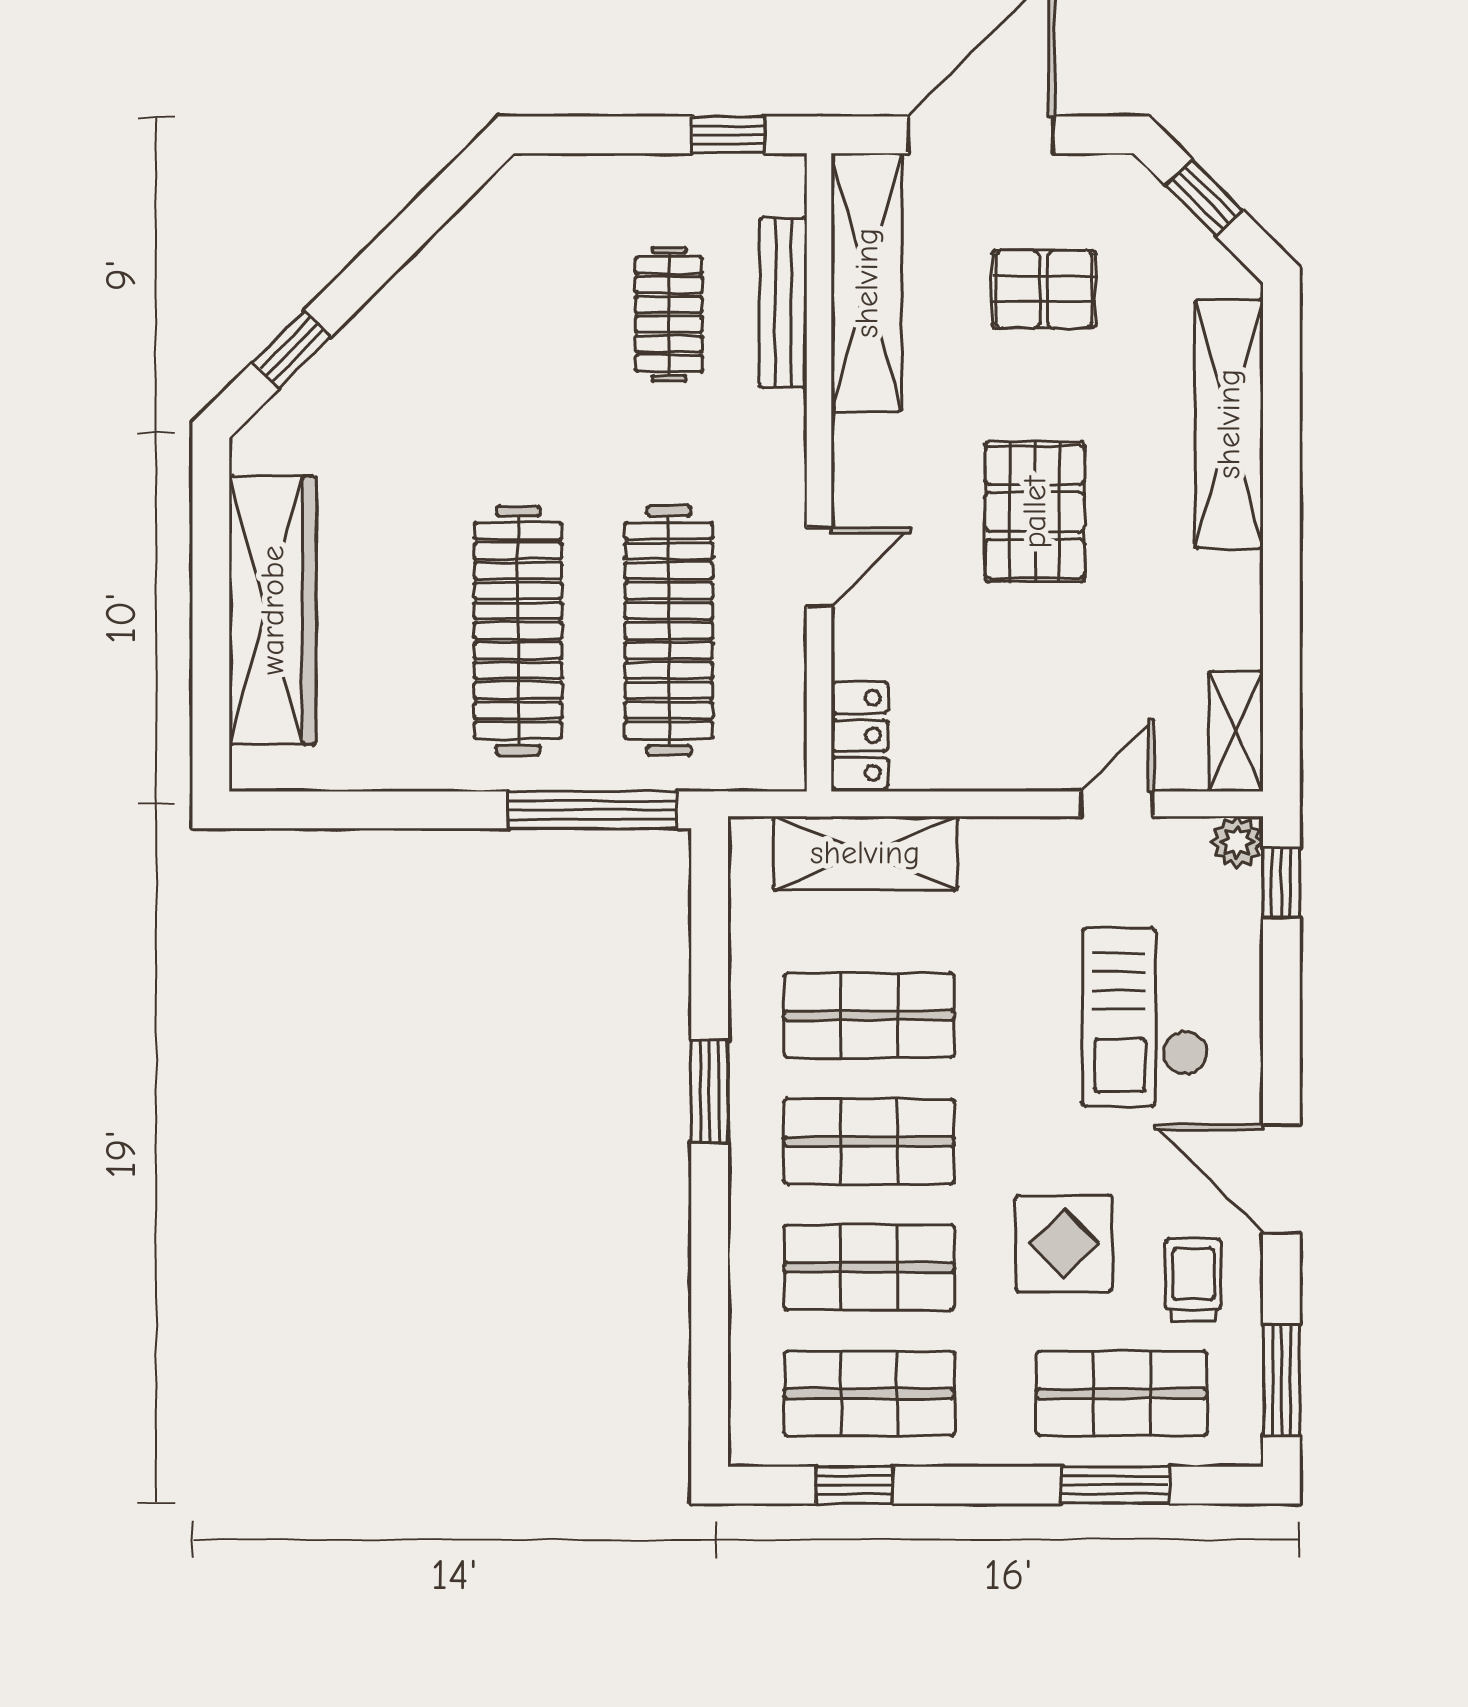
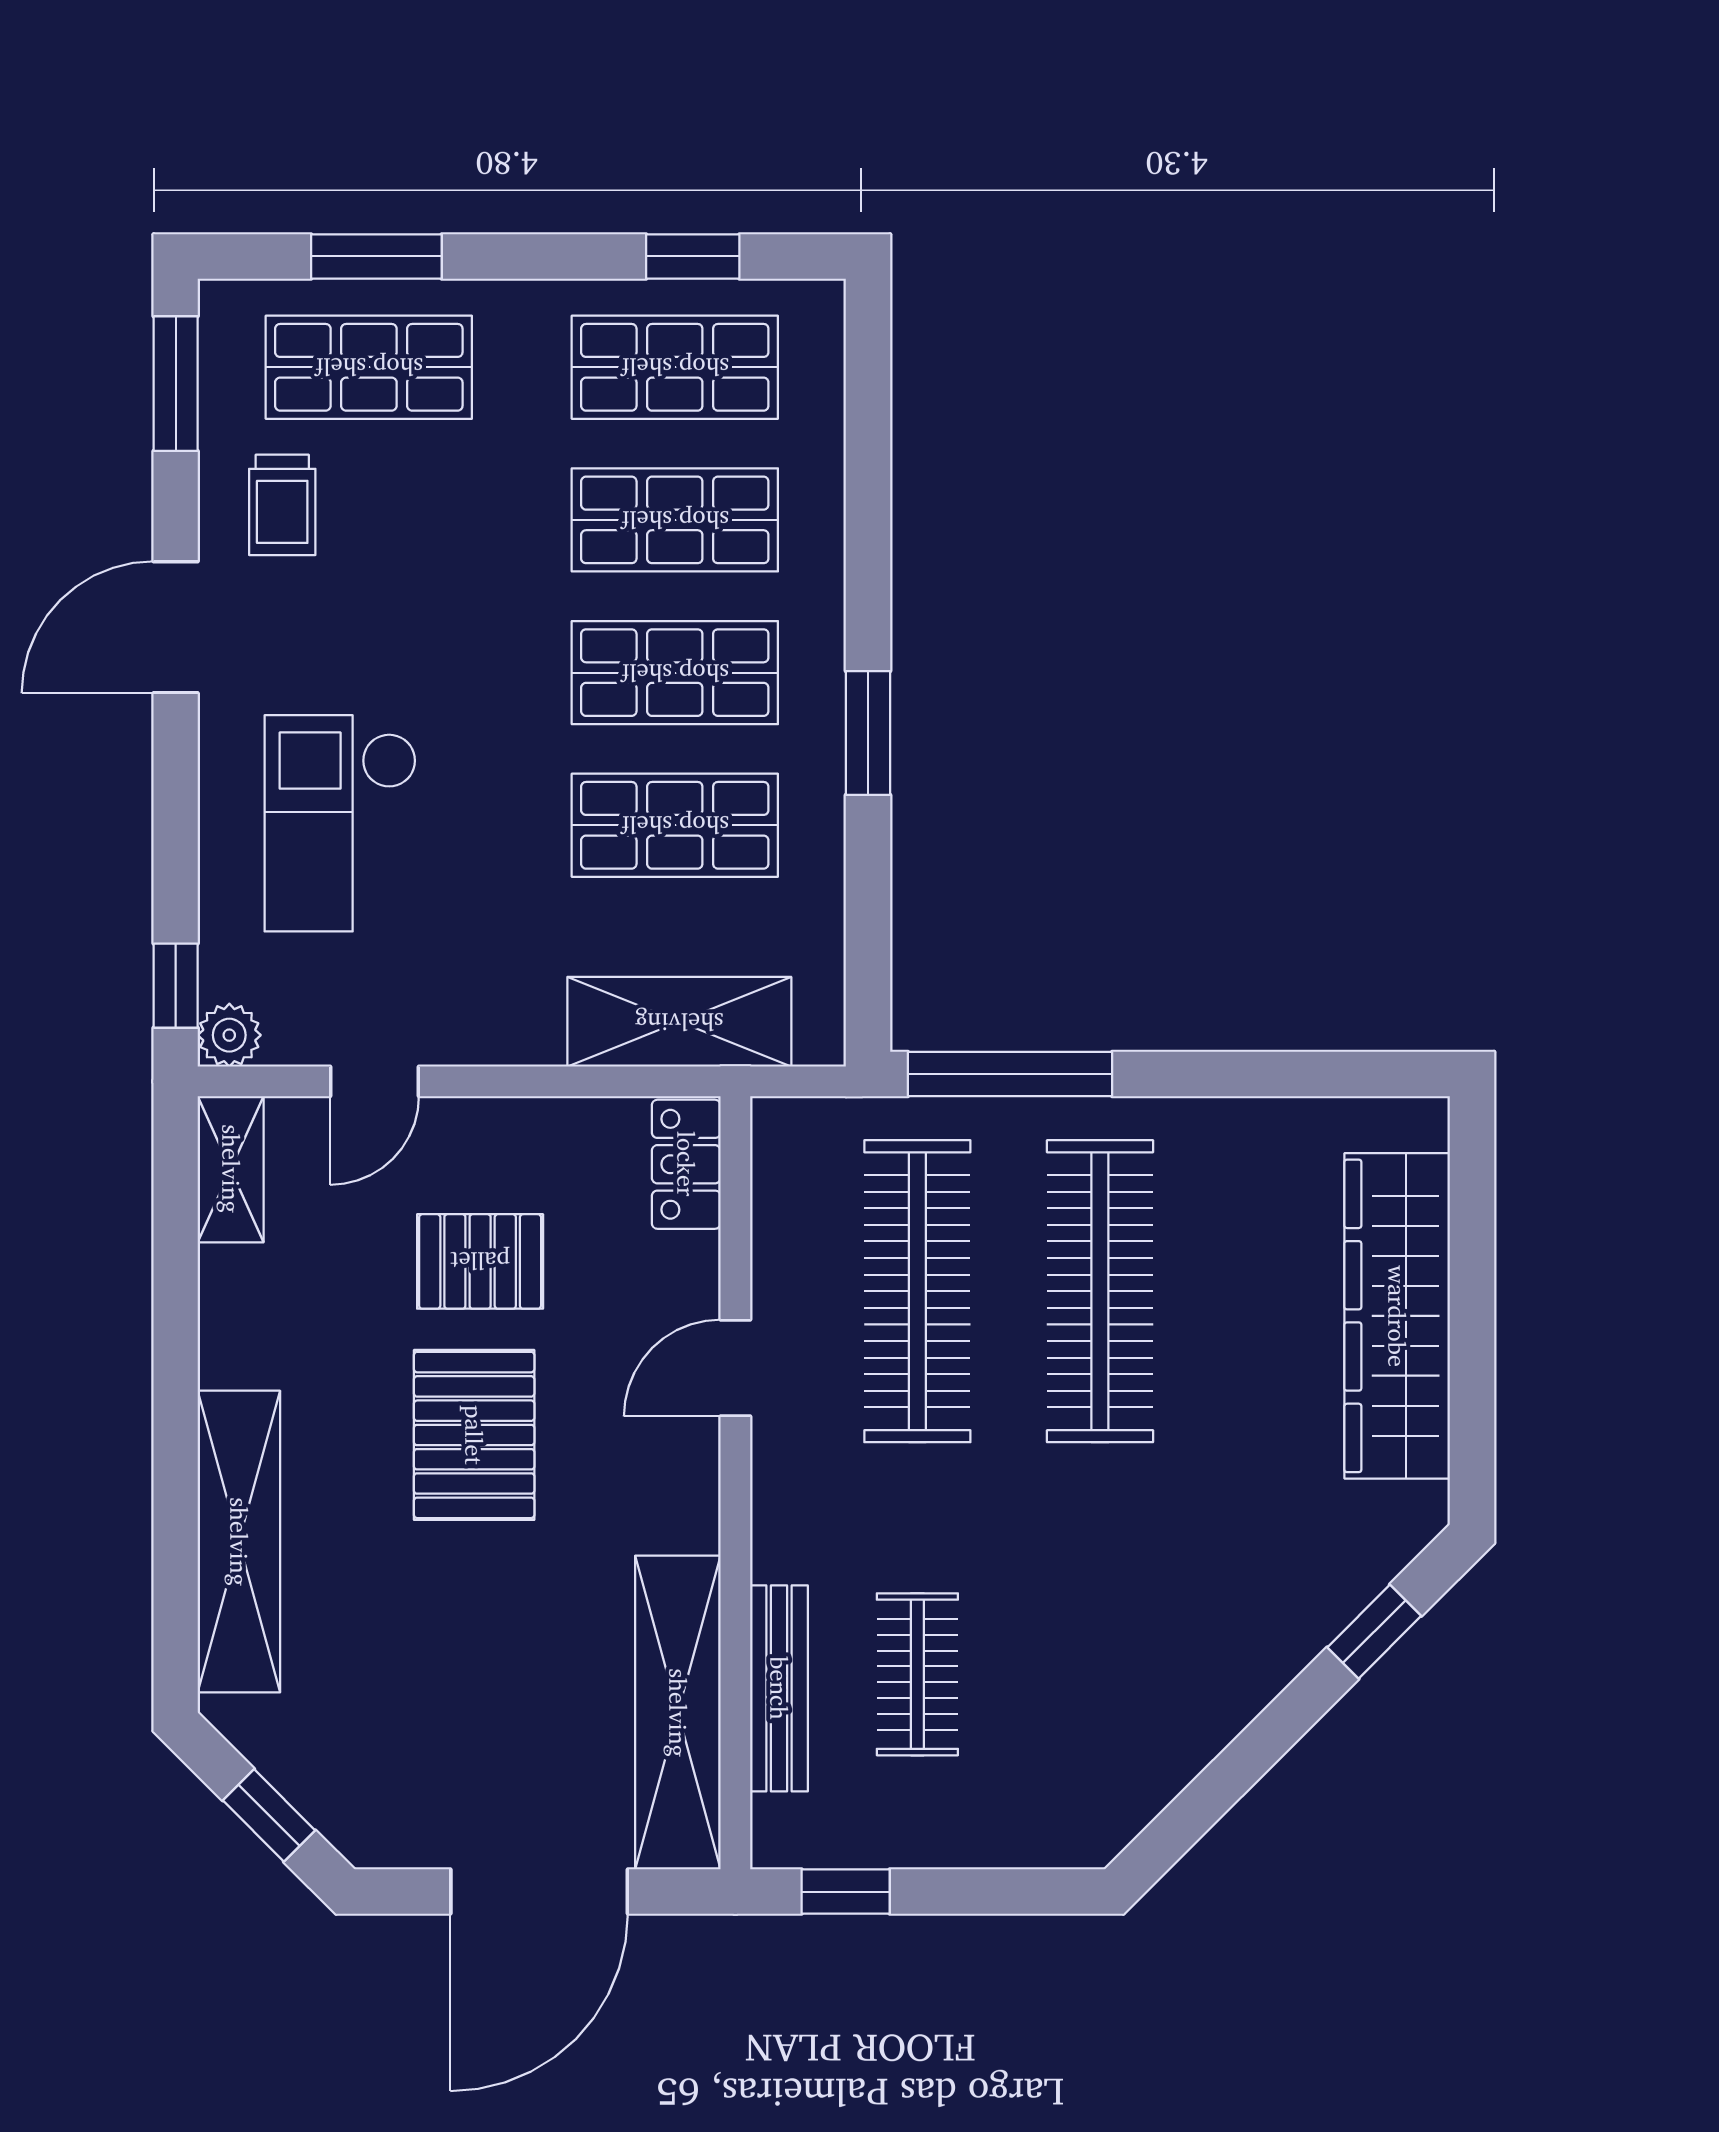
pallet: (1044, 289) -> (480, 1261), moved
checkout: (1145, 1017) -> (341, 823), turned 180
door: (1281, 1179) -> (176, 627), swing flipped
display table: (1064, 1243) -> (439, 549), removed

